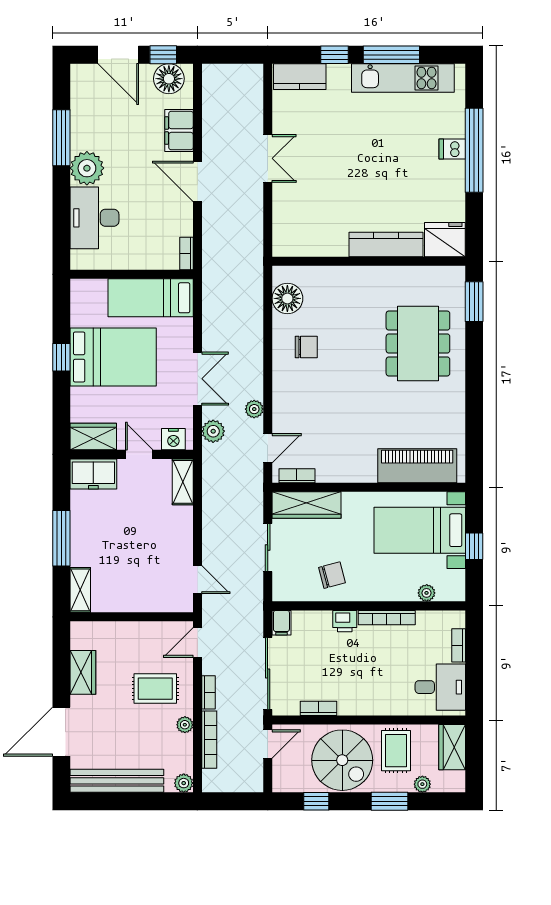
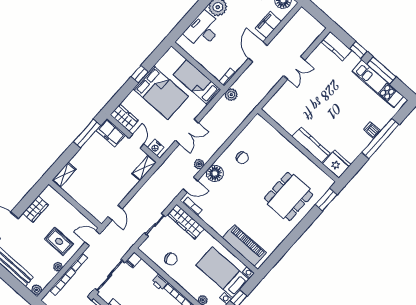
floor lamp: (287, 298) -> (215, 173), moved
plant: (213, 431) -> (231, 95), moved
window: (61, 538) -> (87, 134), moved

